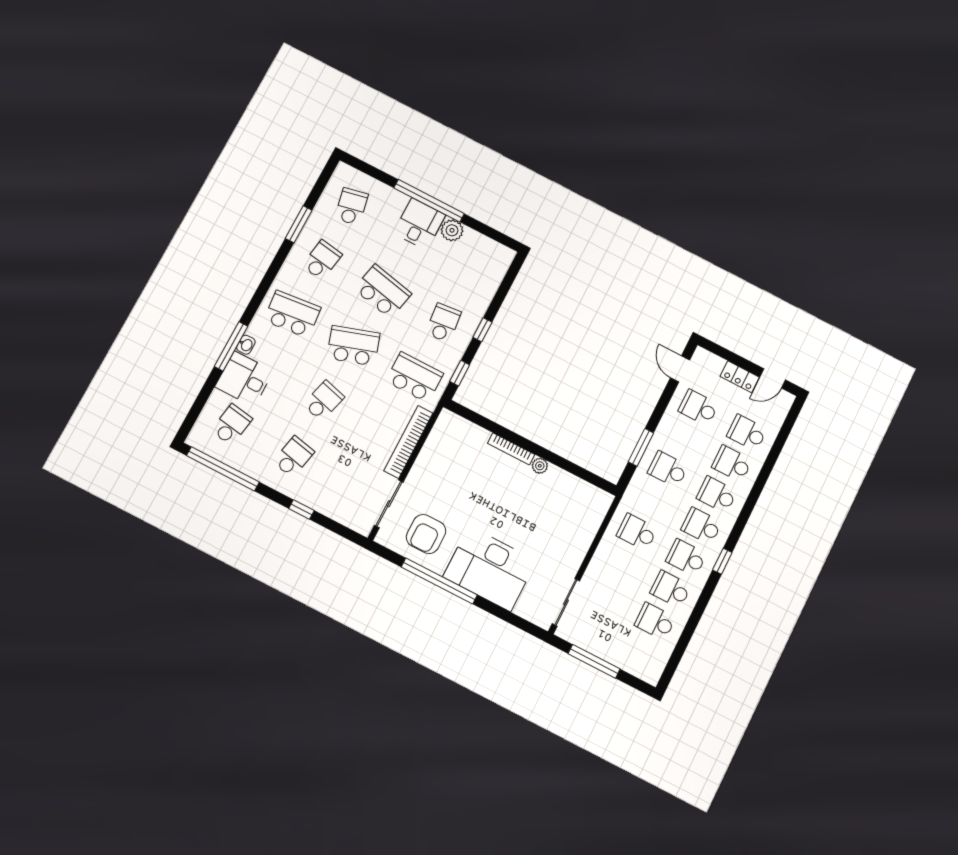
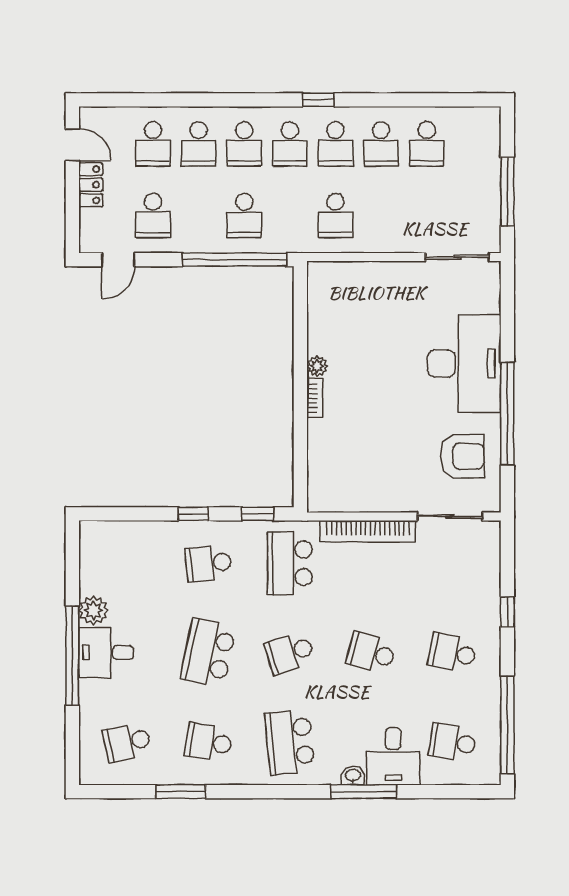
school desk: (353, 346) -> (290, 653), width x0.54
window: (641, 447) -> (235, 260), width x2.11
bookcase: (511, 449) -> (315, 398), width x0.64

